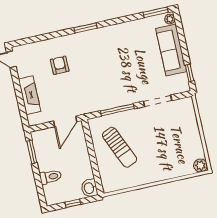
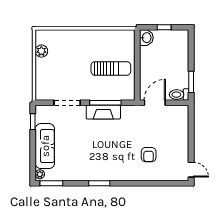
window: (86, 28) -> (99, 183), moved
fireplace: (30, 95) -> (103, 112), moved, turned -90
sun lounger: (120, 147) -> (111, 68), turned 114
plant: (200, 166) -> (41, 51), moved
toilet: (51, 177) -> (179, 95), moved

